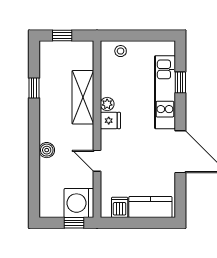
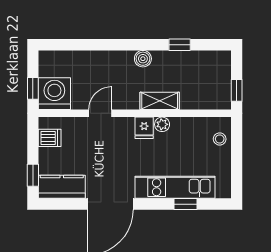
window: (62, 35) -> (237, 90), moved
shelving: (83, 97) -> (160, 101), width x0.67, depth x0.75
boiler: (47, 150) -> (143, 59), moved
kitchen counter: (150, 207) -> (62, 187), moved, turned -90
window: (154, 223) -> (33, 175), added

